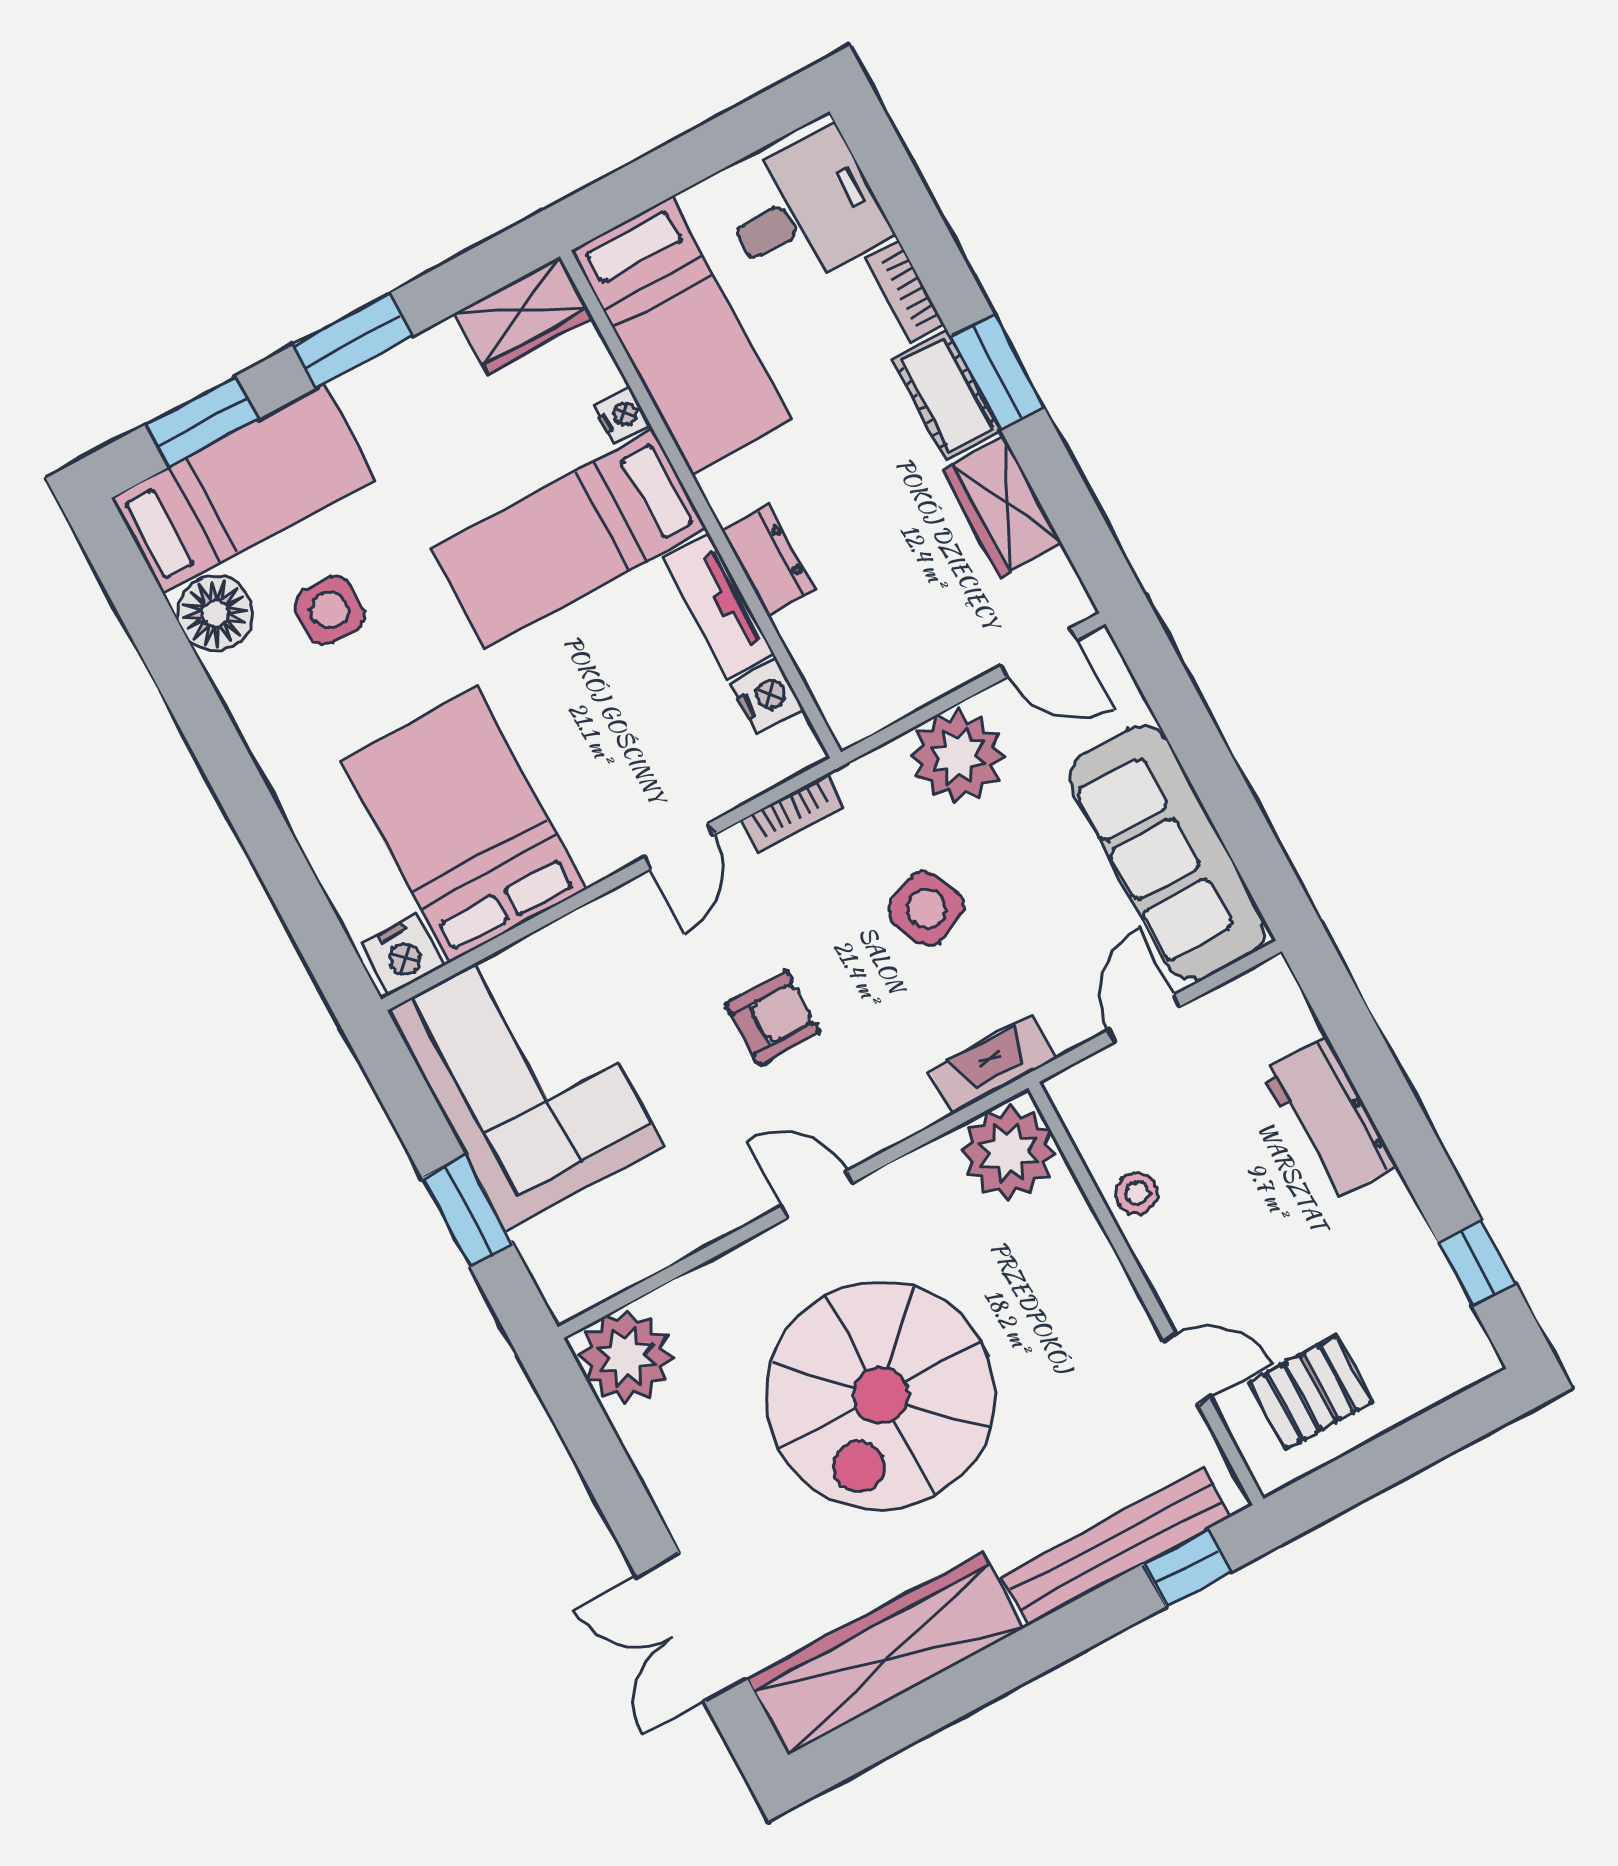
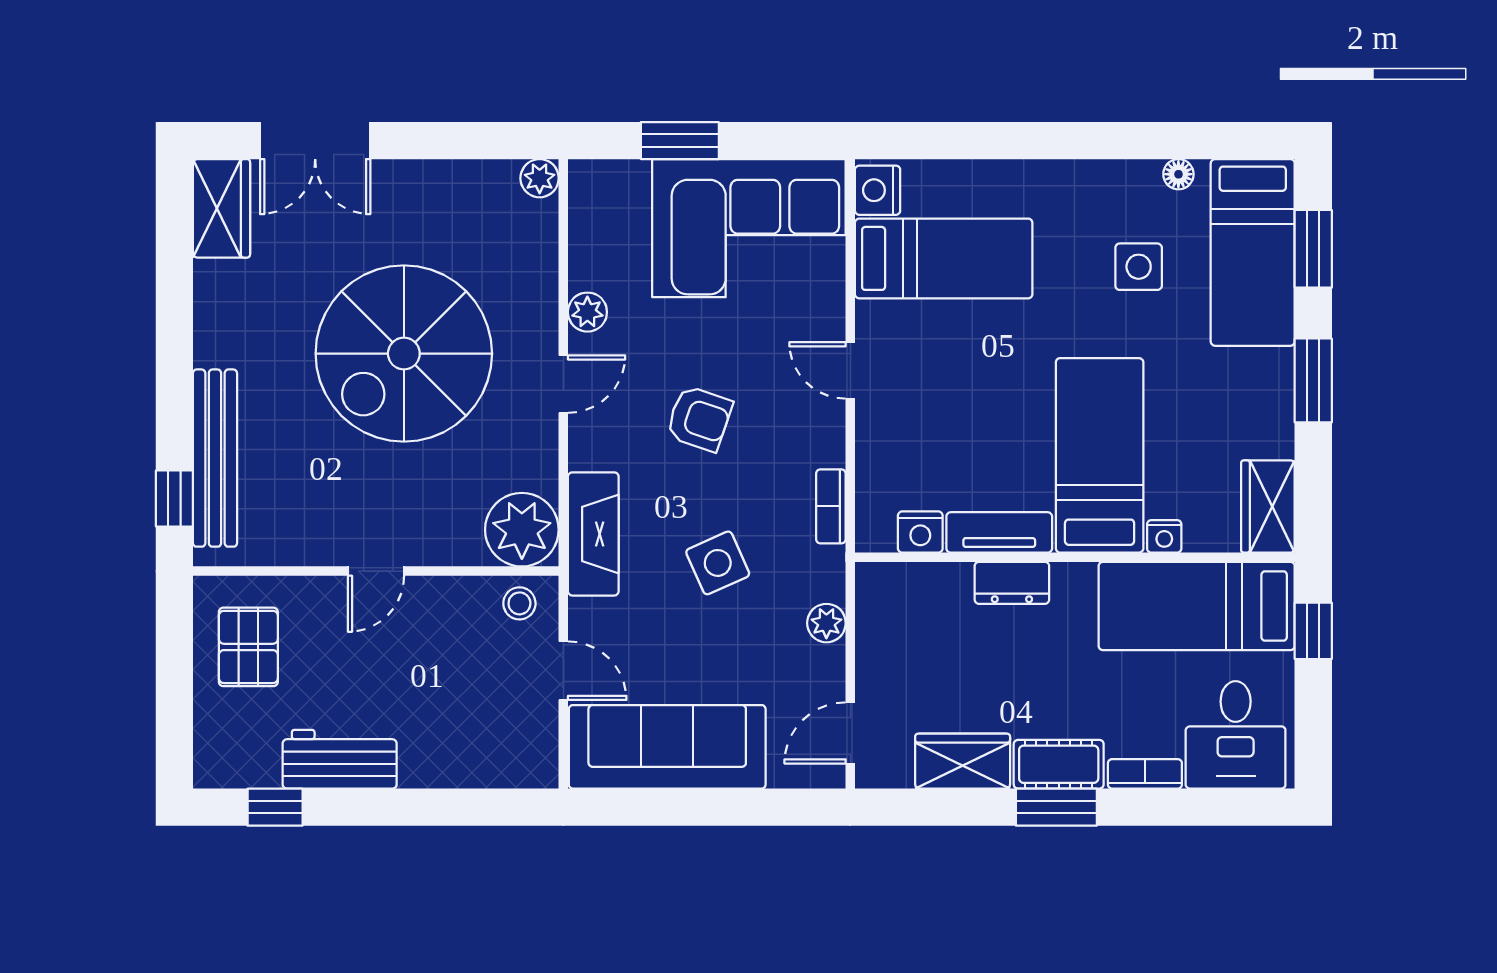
window: (638, 187) -> (1313, 631), added
floor lamp: (215, 613) -> (1178, 174), width x0.53, depth x0.53
plant: (958, 756) -> (826, 623), width x0.53, depth x0.53
bed: (463, 825) -> (944, 258), width x0.67
door: (679, 846) -> (850, 370), moved
armchair: (773, 1018) -> (699, 419), turned -71
fireplace: (993, 1065) -> (593, 534), width x1.37, depth x1.32
workbench: (1329, 1119) -> (340, 759), moved
stool: (1136, 1193) -> (519, 603), moved
plant: (720, 1211) -> (587, 312), added
plant: (626, 1357) -> (540, 178), width x0.53, depth x0.53
door: (1187, 1369) -> (376, 571), moved
spiral stairs: (880, 1395) -> (404, 354), turned -90
double door: (692, 1627) -> (315, 141), swing flipped
wardrobe: (885, 1654) -> (221, 208), width x0.48, depth x0.85

